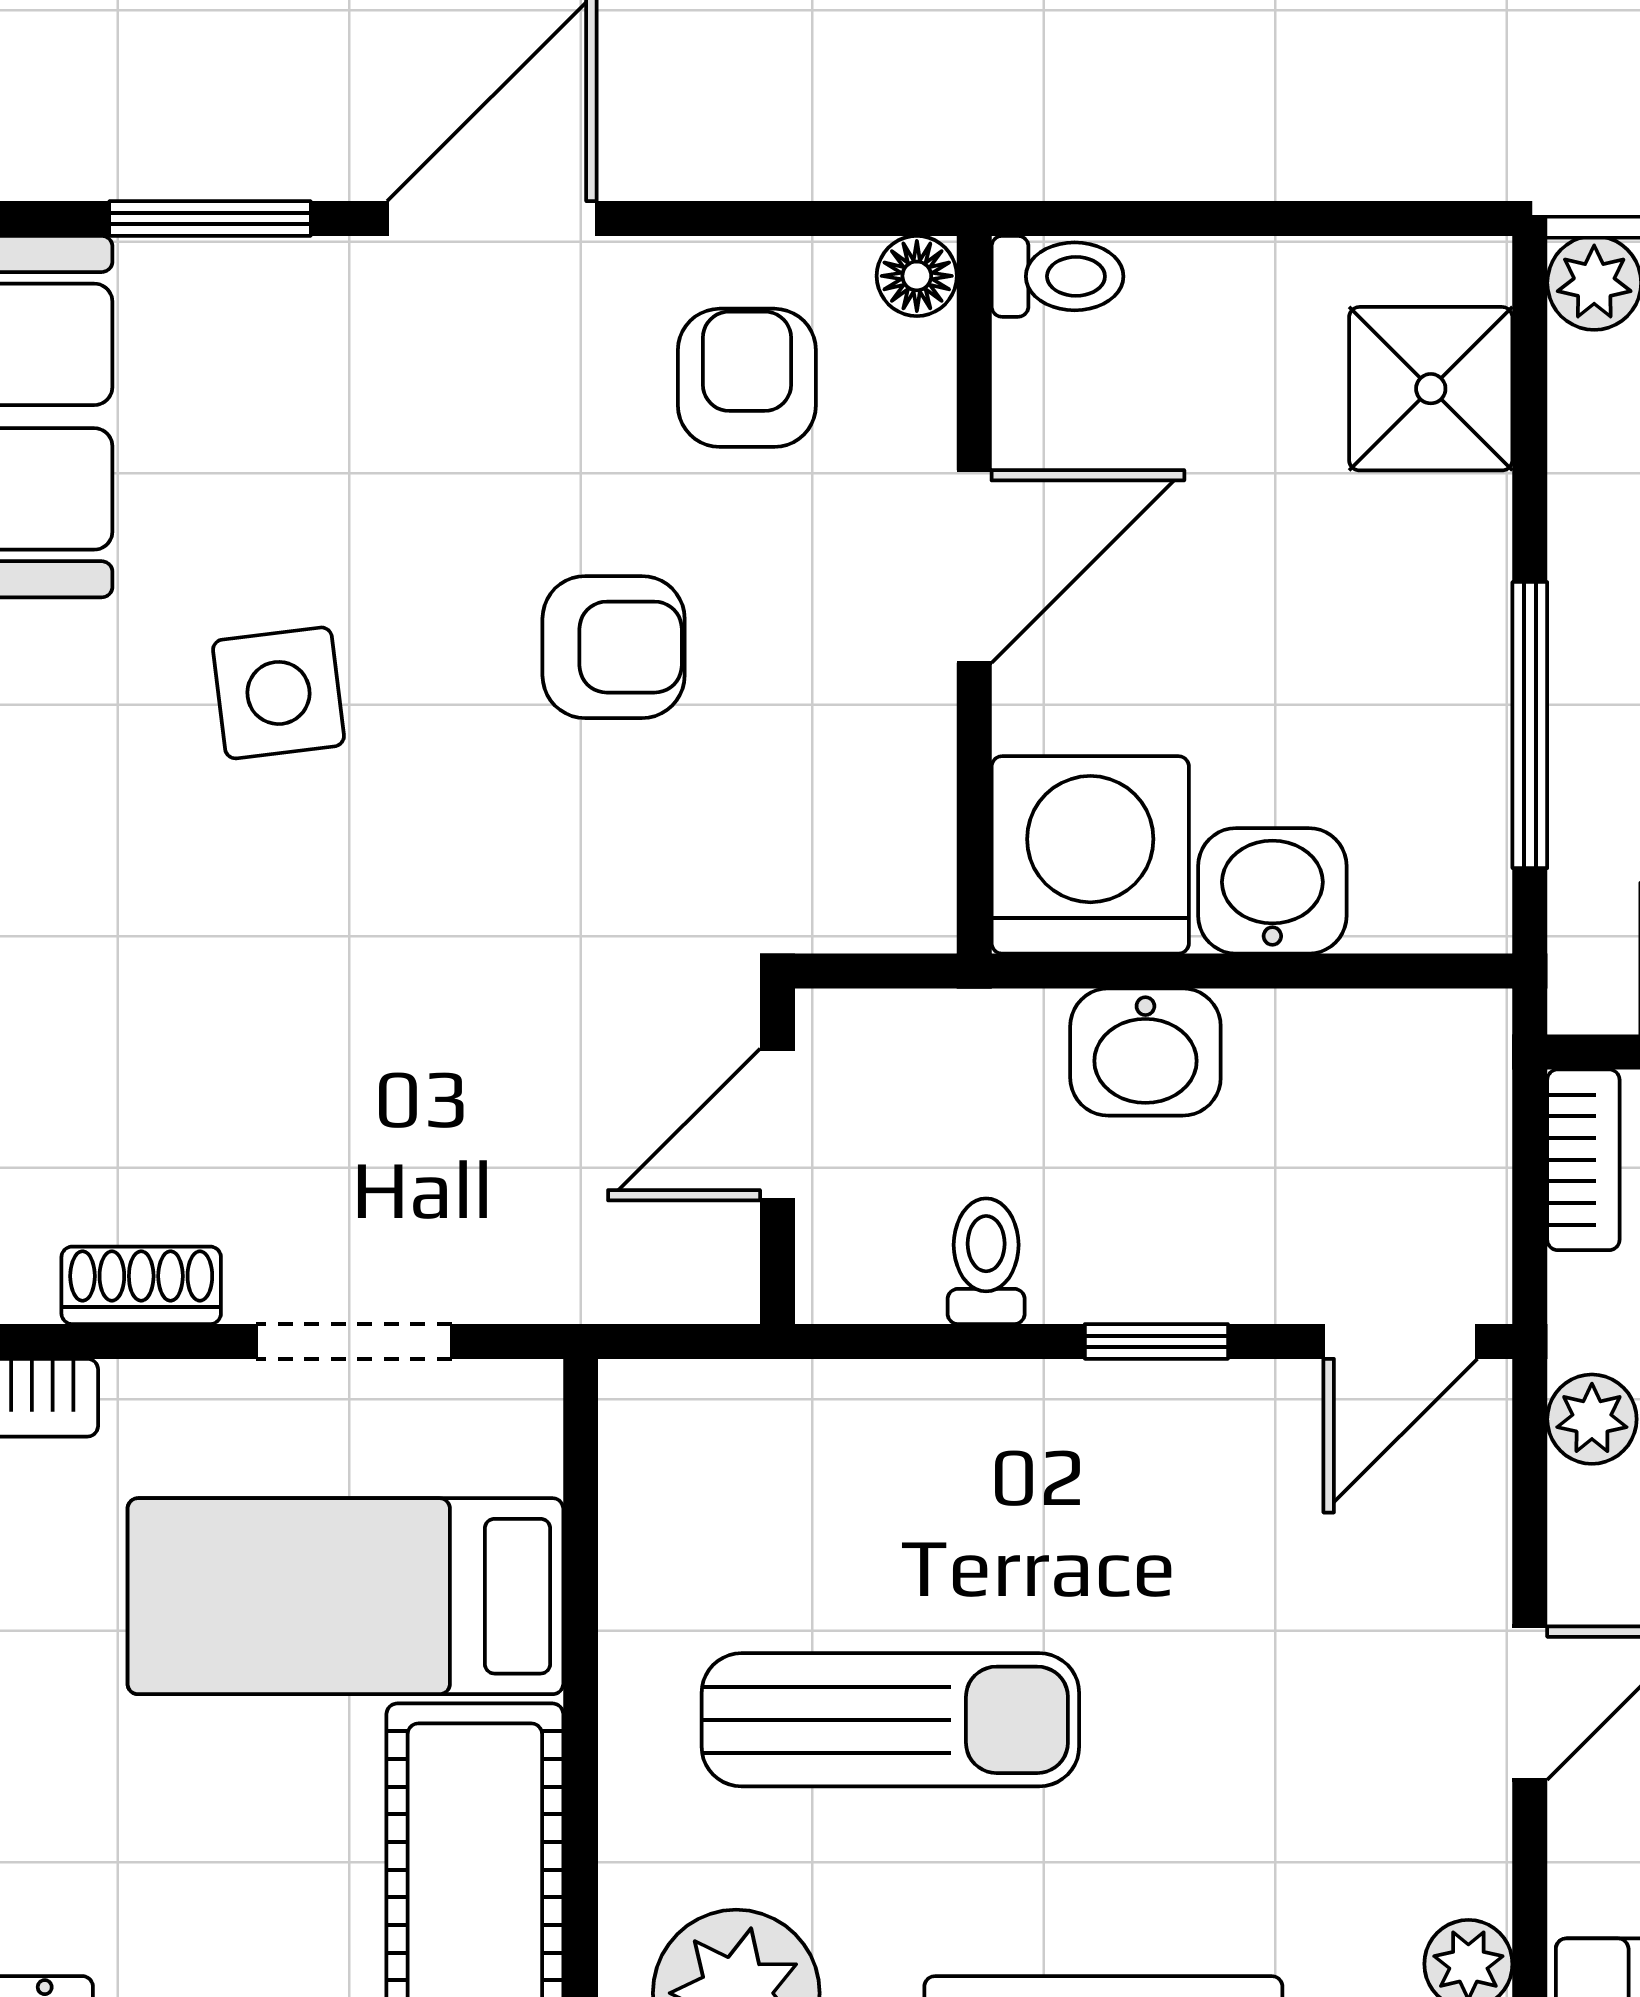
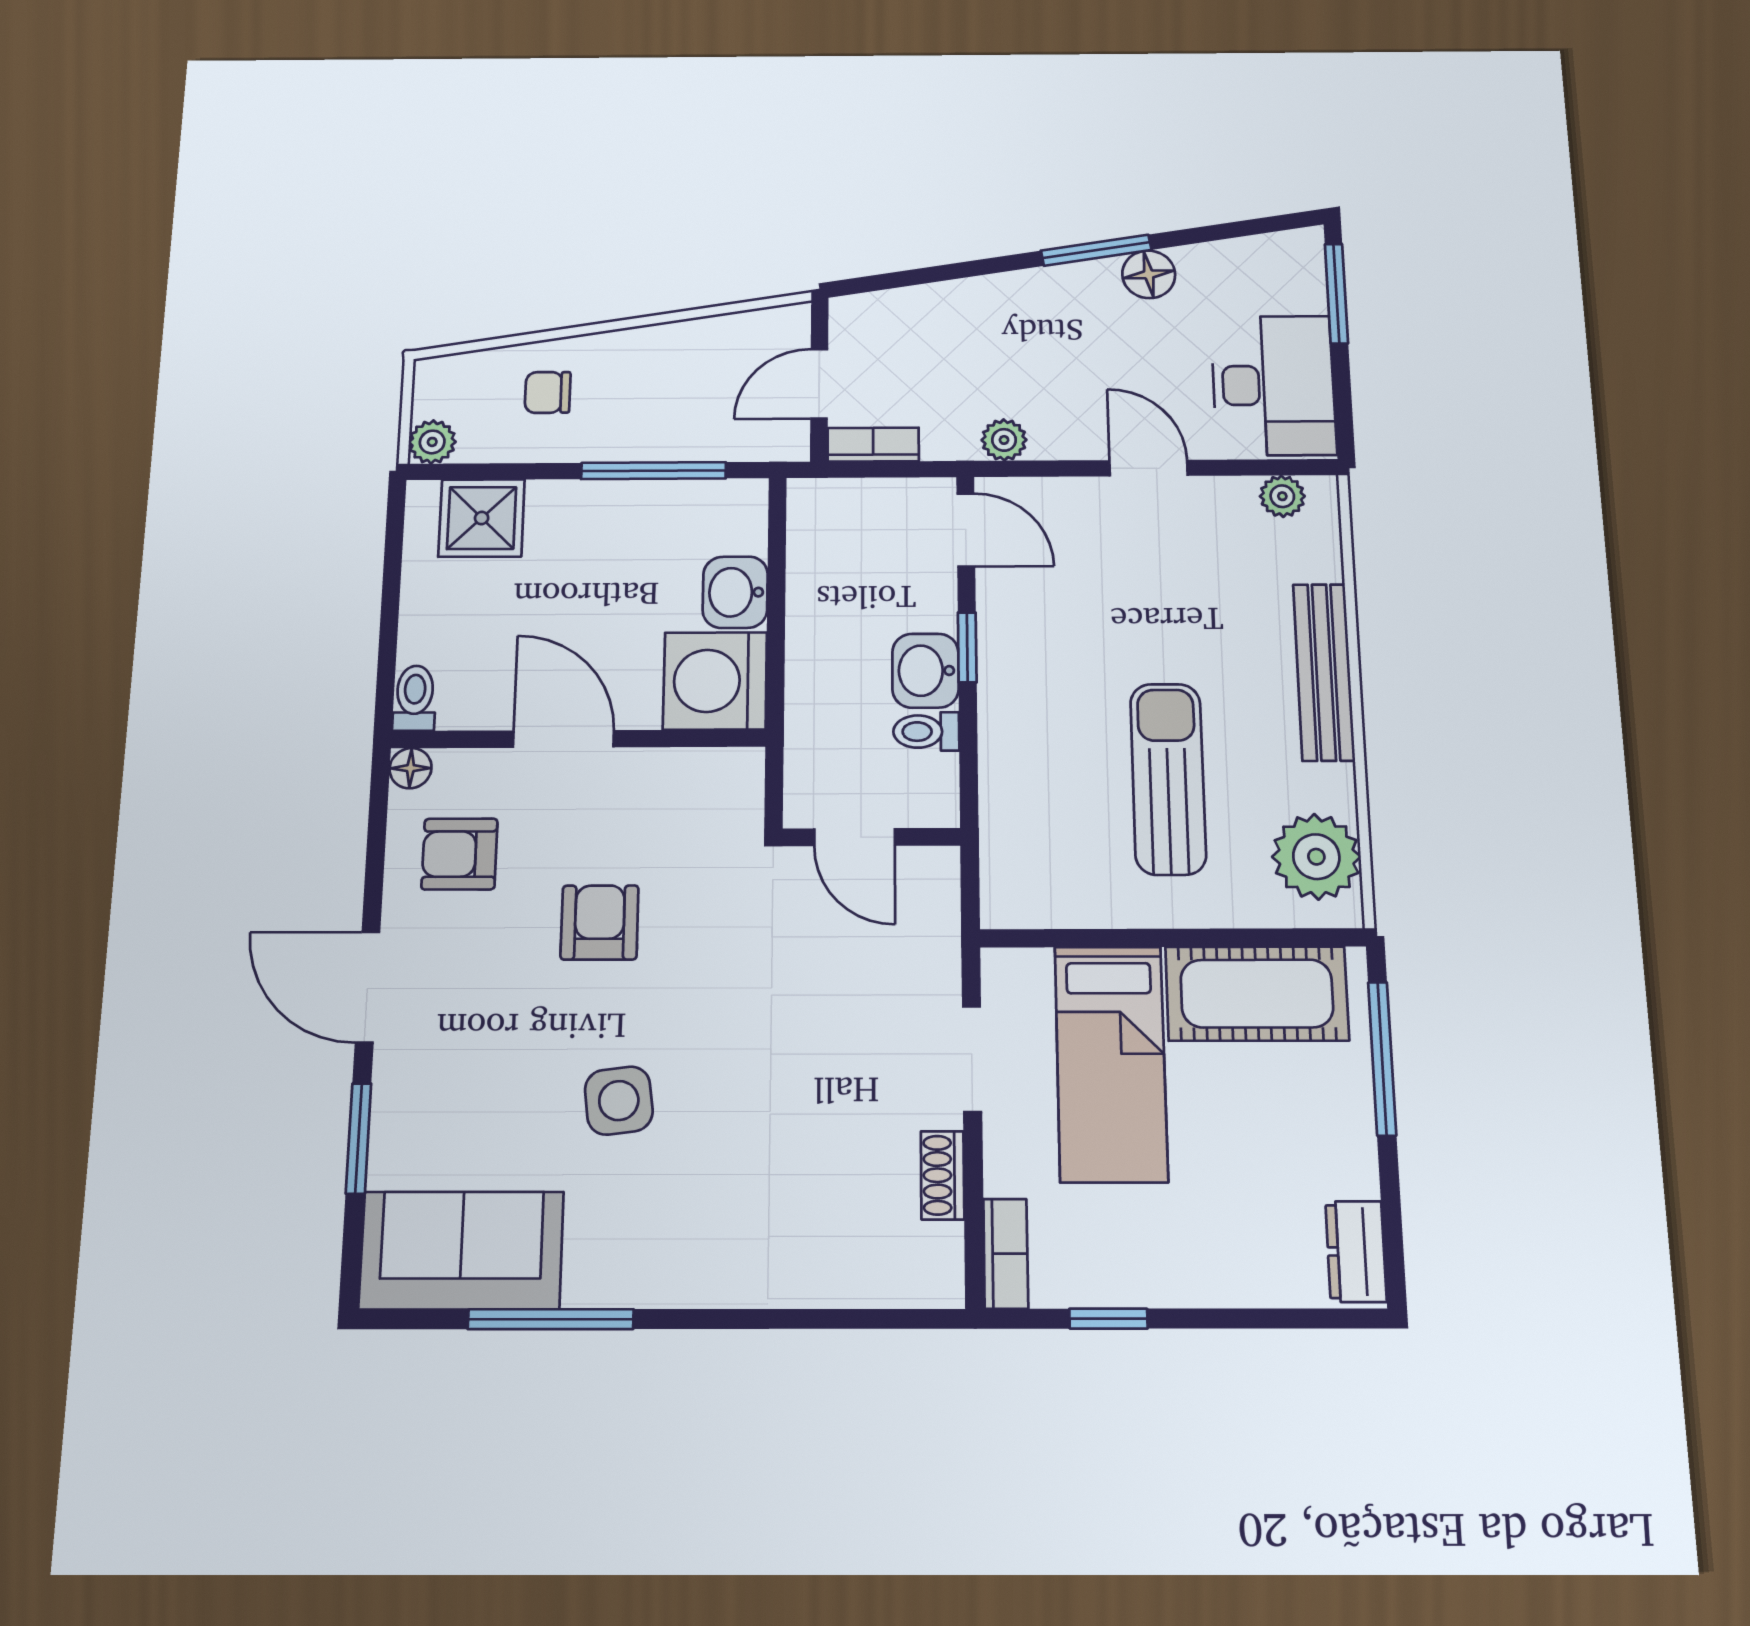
washbasin: (1145, 1052) -> (925, 671), moved, turned 180

